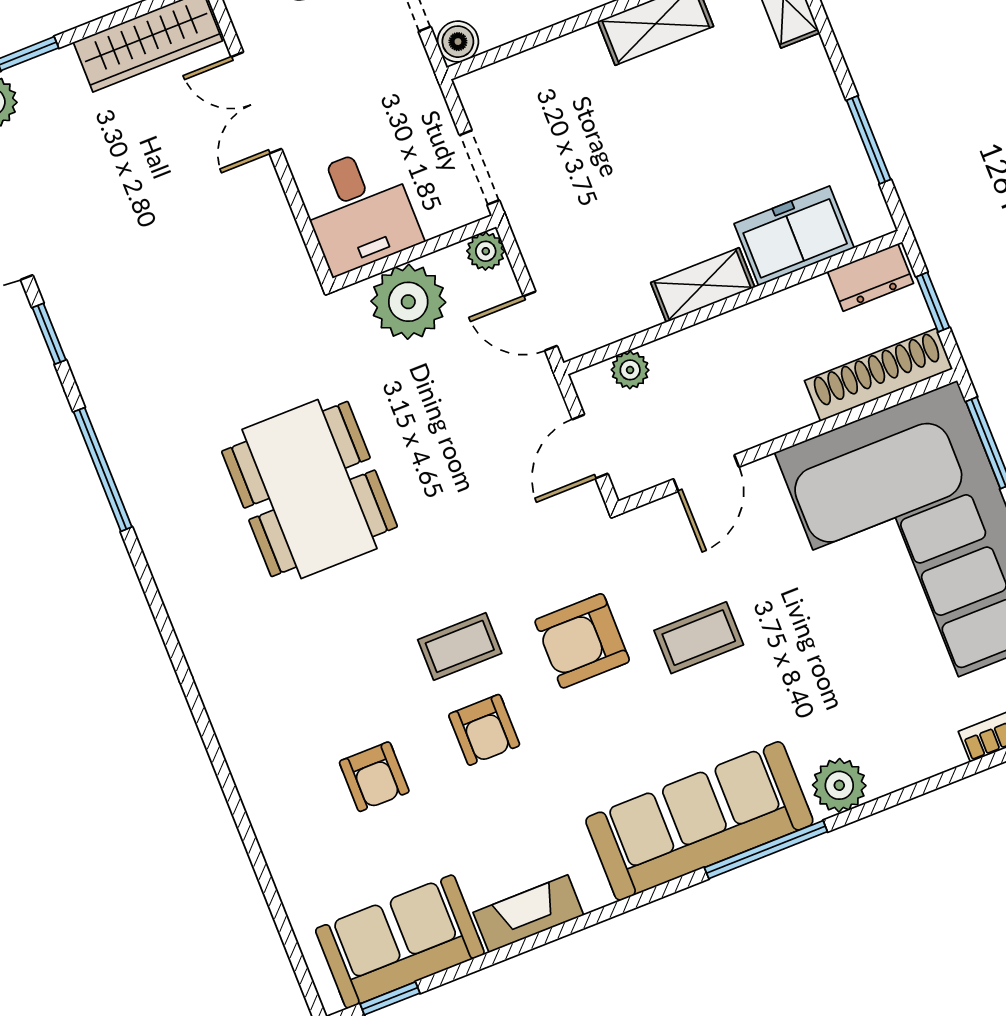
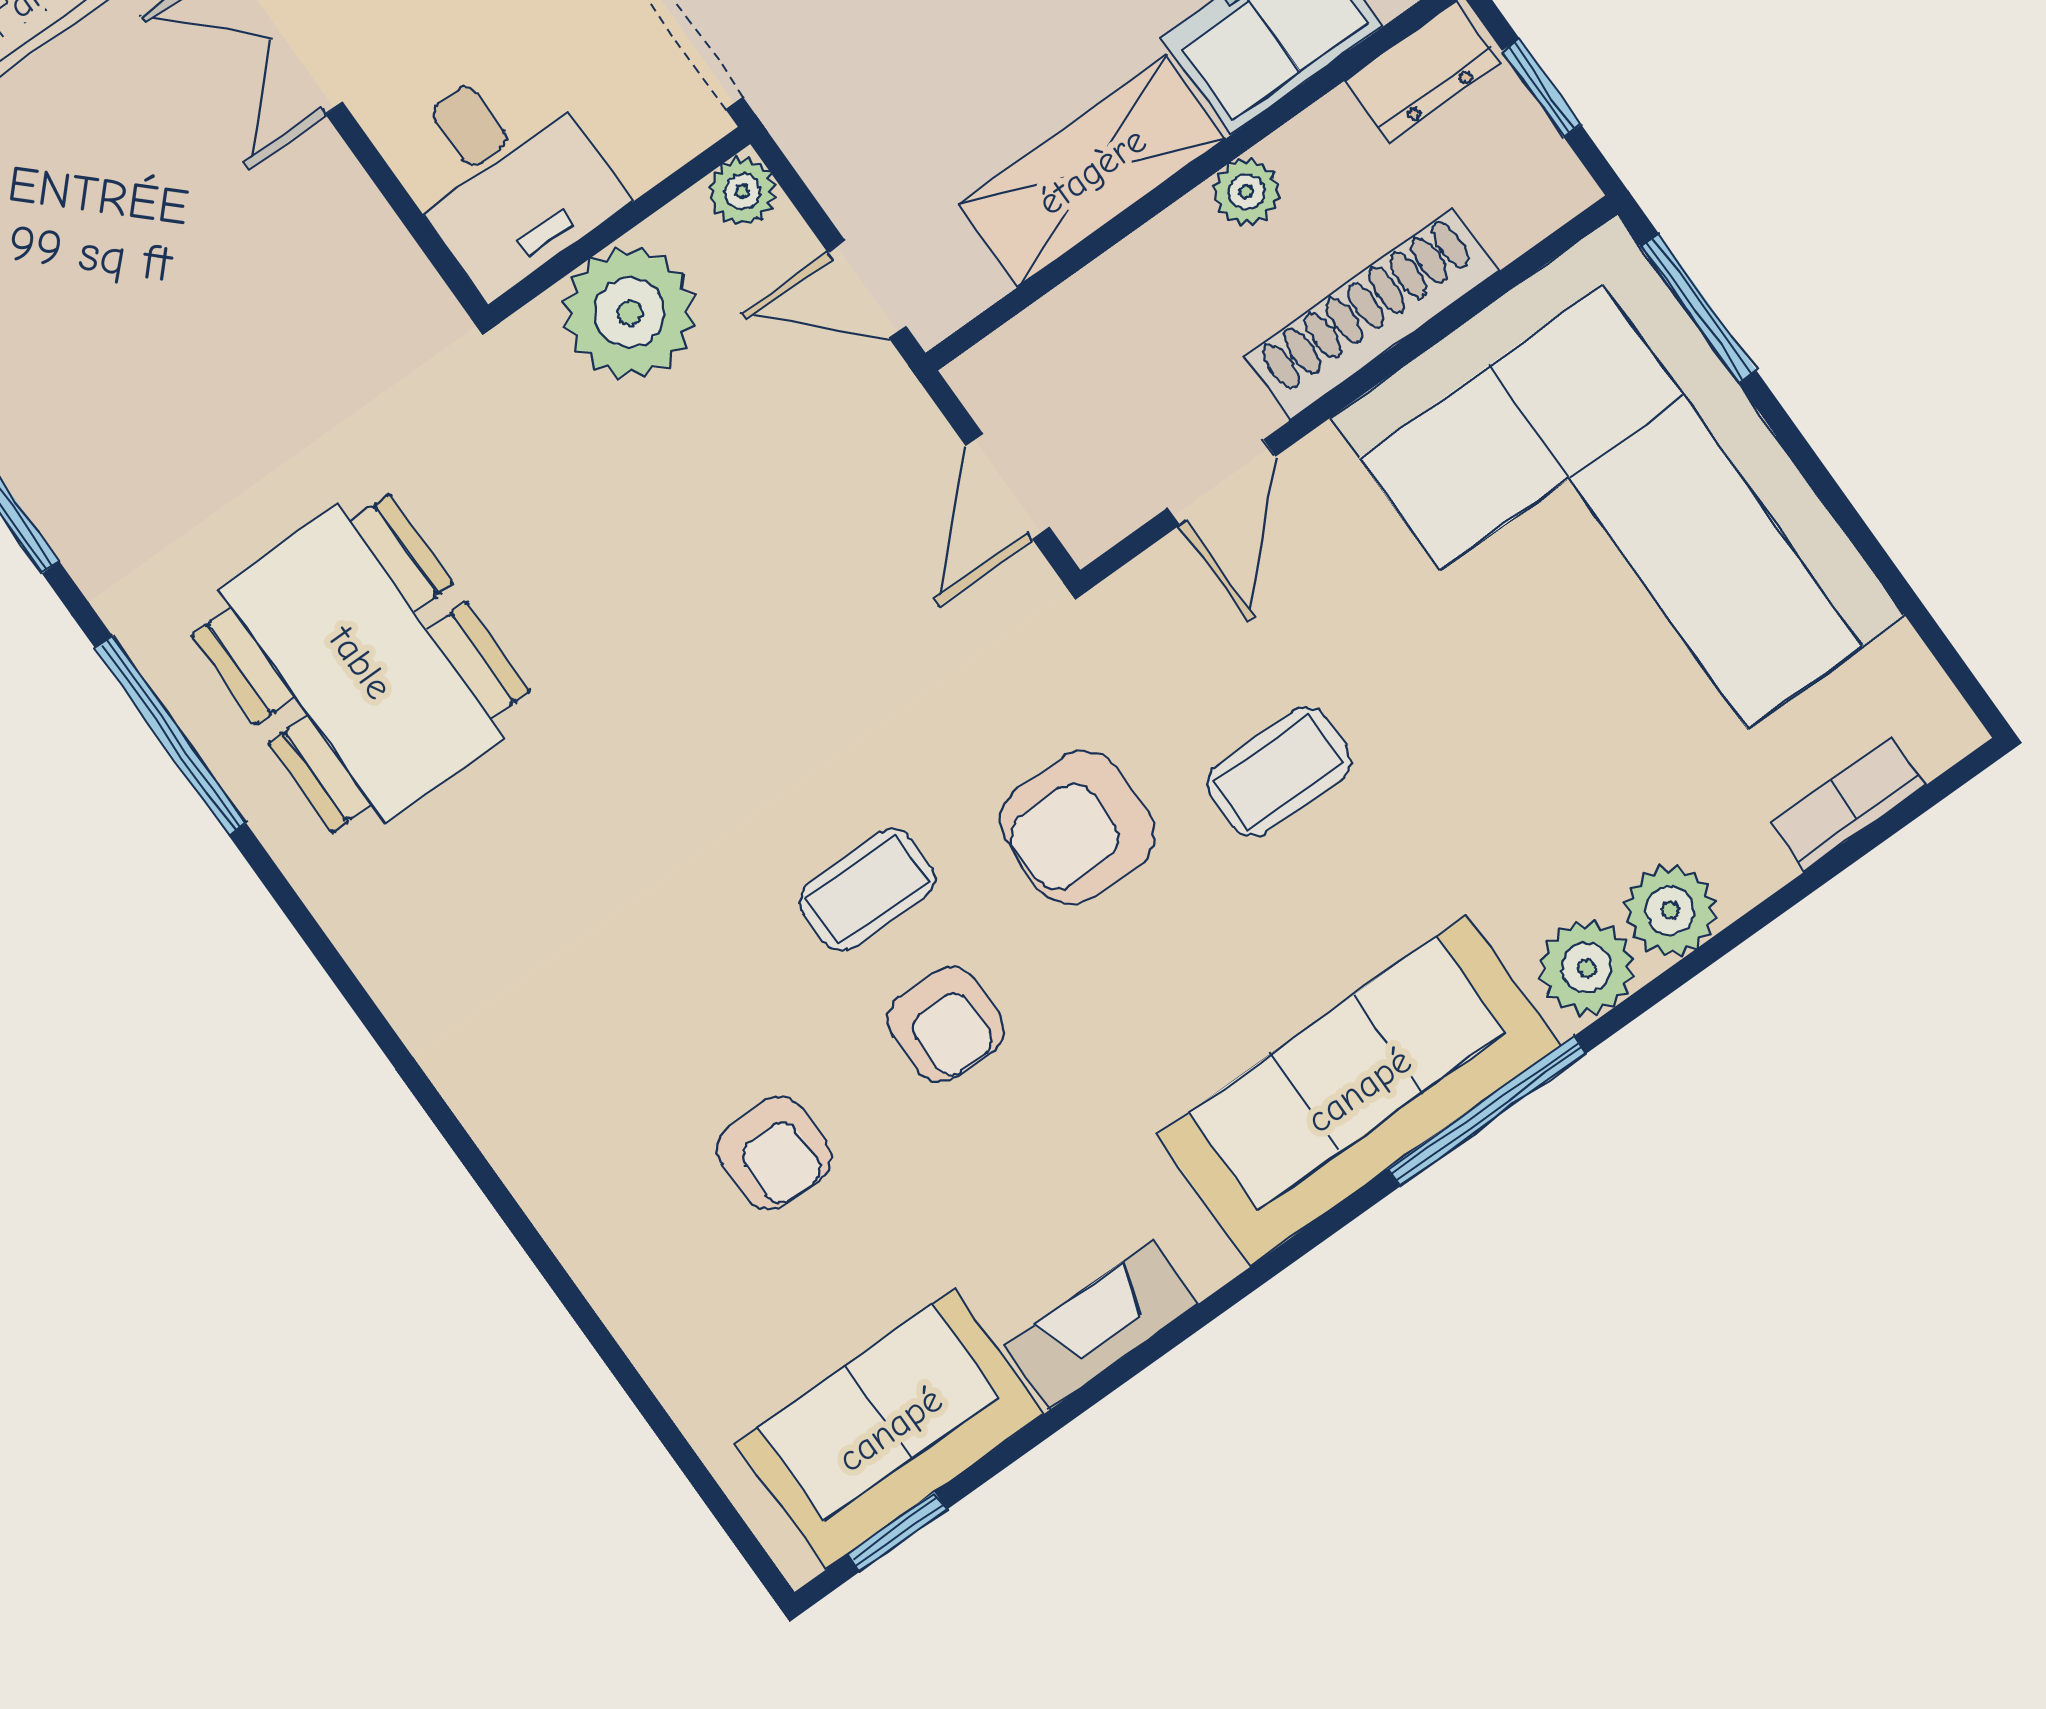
shelving: (703, 285) -> (1092, 171), width x1.50, depth x1.33
plant: (630, 370) -> (1246, 192), moved
shoe rack: (879, 375) -> (1372, 314), moved
dining table: (310, 489) -> (361, 663), moved
plant: (892, 765) -> (1670, 911), added

